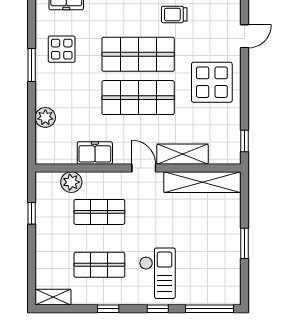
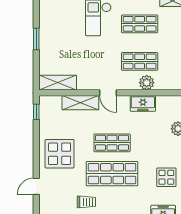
shop shelf: (138, 98) -> (112, 143), width x0.70, depth x0.74
plant: (71, 182) -> (147, 83), moved
shelving: (202, 182) -> (58, 83), width x0.68

